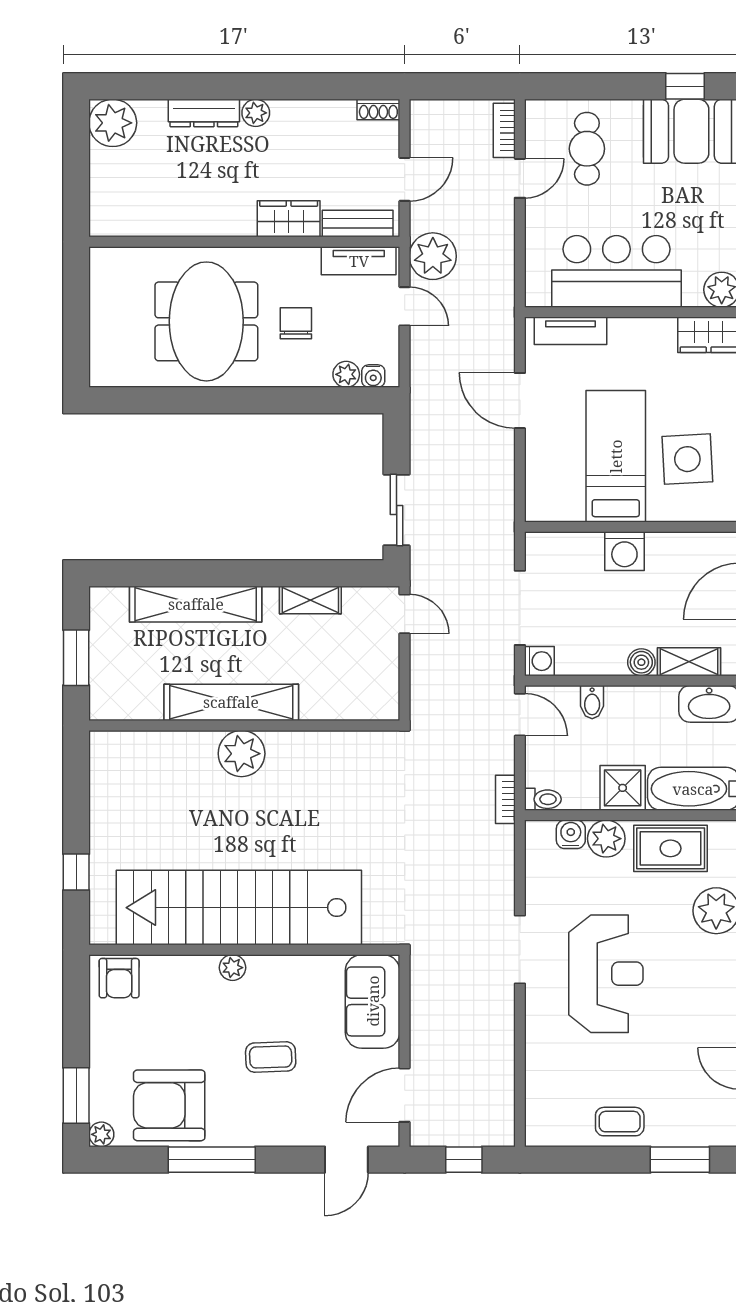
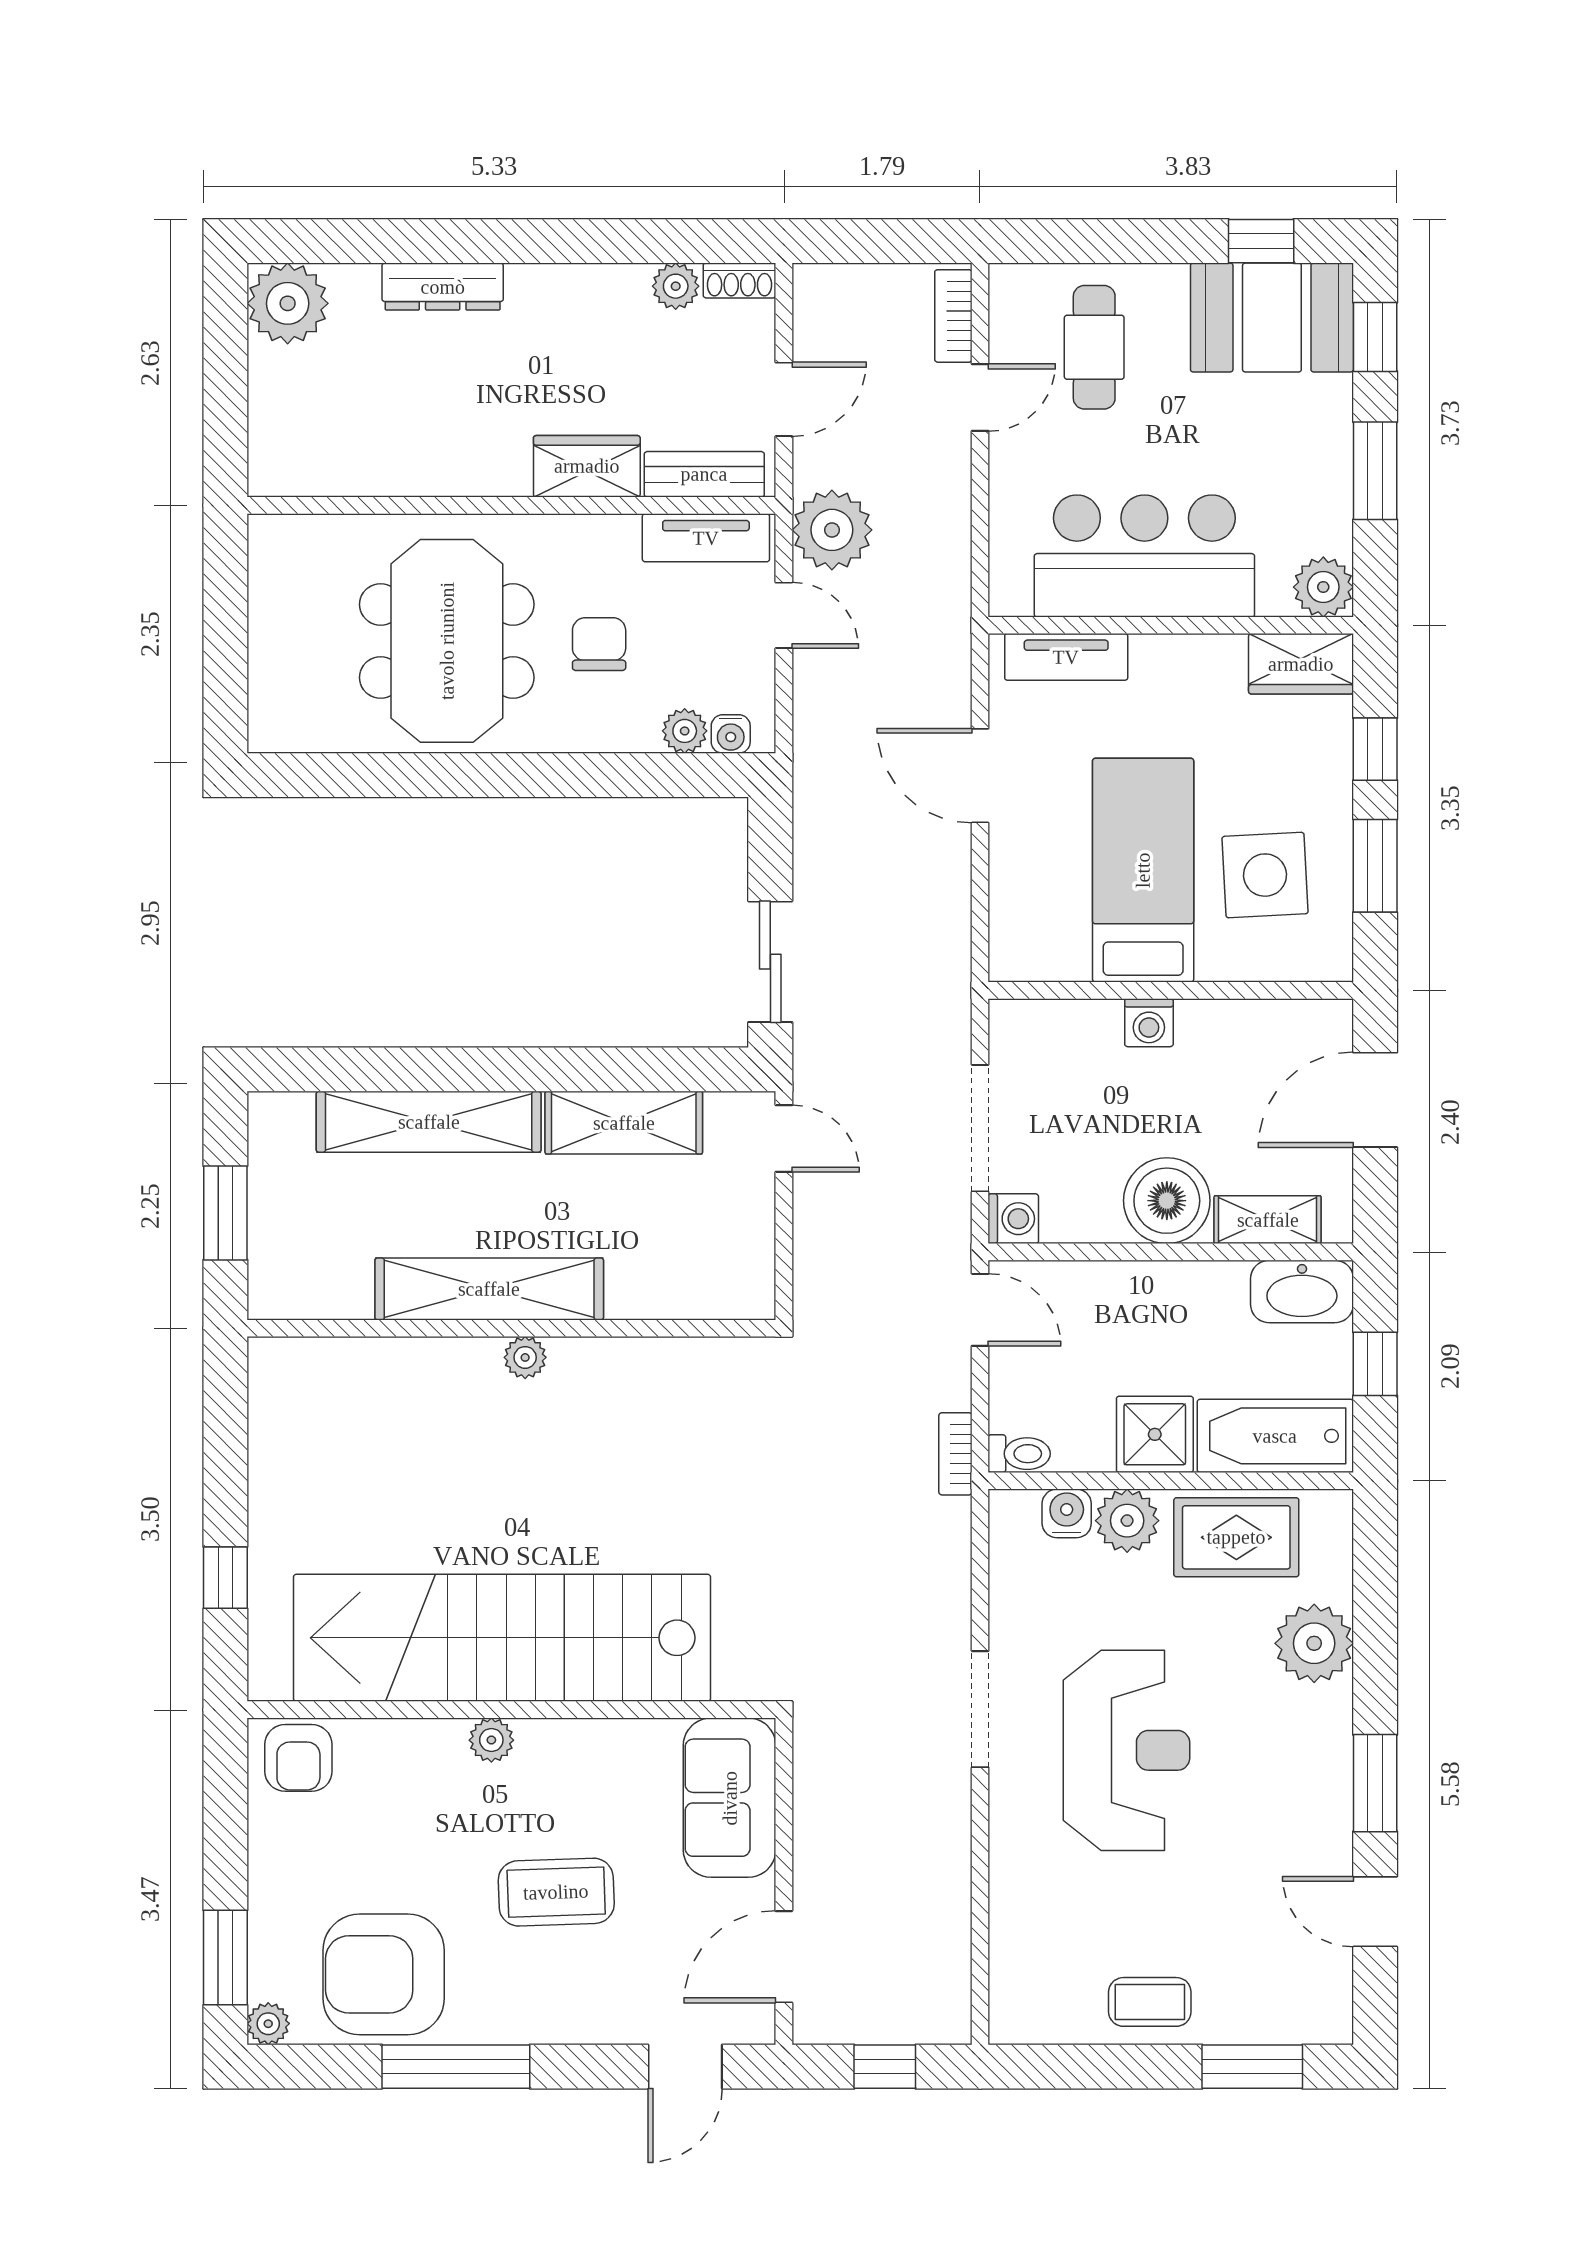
plant: (256, 113) -> (676, 286), moved
washing machine: (624, 551) -> (1149, 1023), width x0.73, depth x0.73
shelving: (310, 600) -> (624, 1123), width x1.50, depth x1.33
boiler: (641, 662) -> (1167, 1201), width x1.86, depth x1.86
bidet: (592, 702) -> (1103, 1289), removed
plant: (242, 754) -> (525, 1357), width x0.53, depth x0.53
coffee table: (271, 1057) -> (556, 1892), width x1.36, depth x1.30

